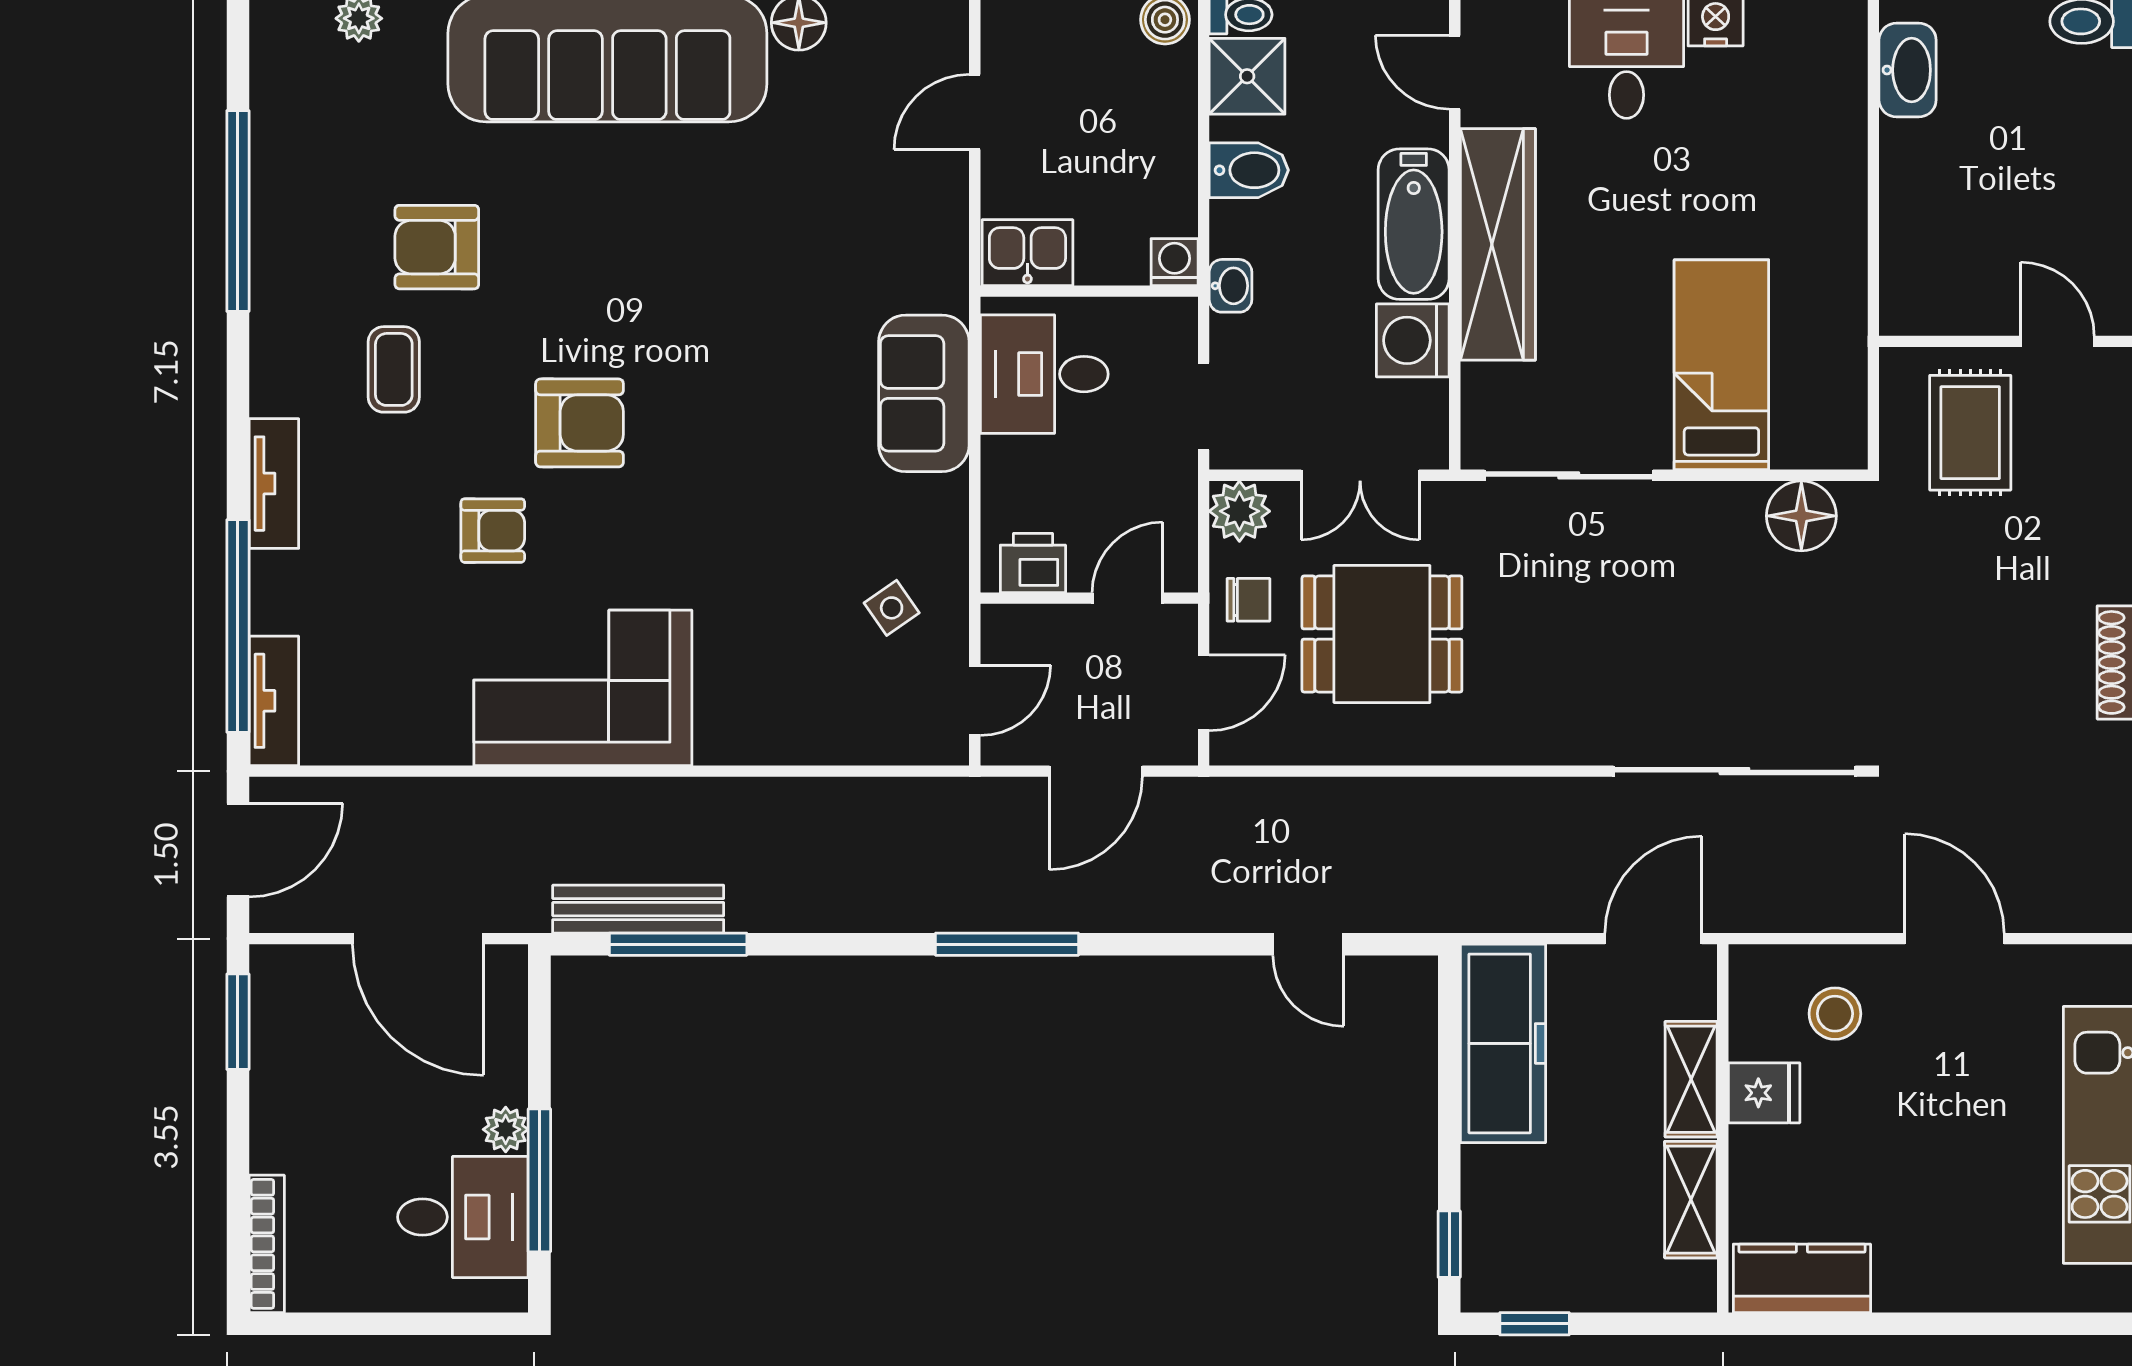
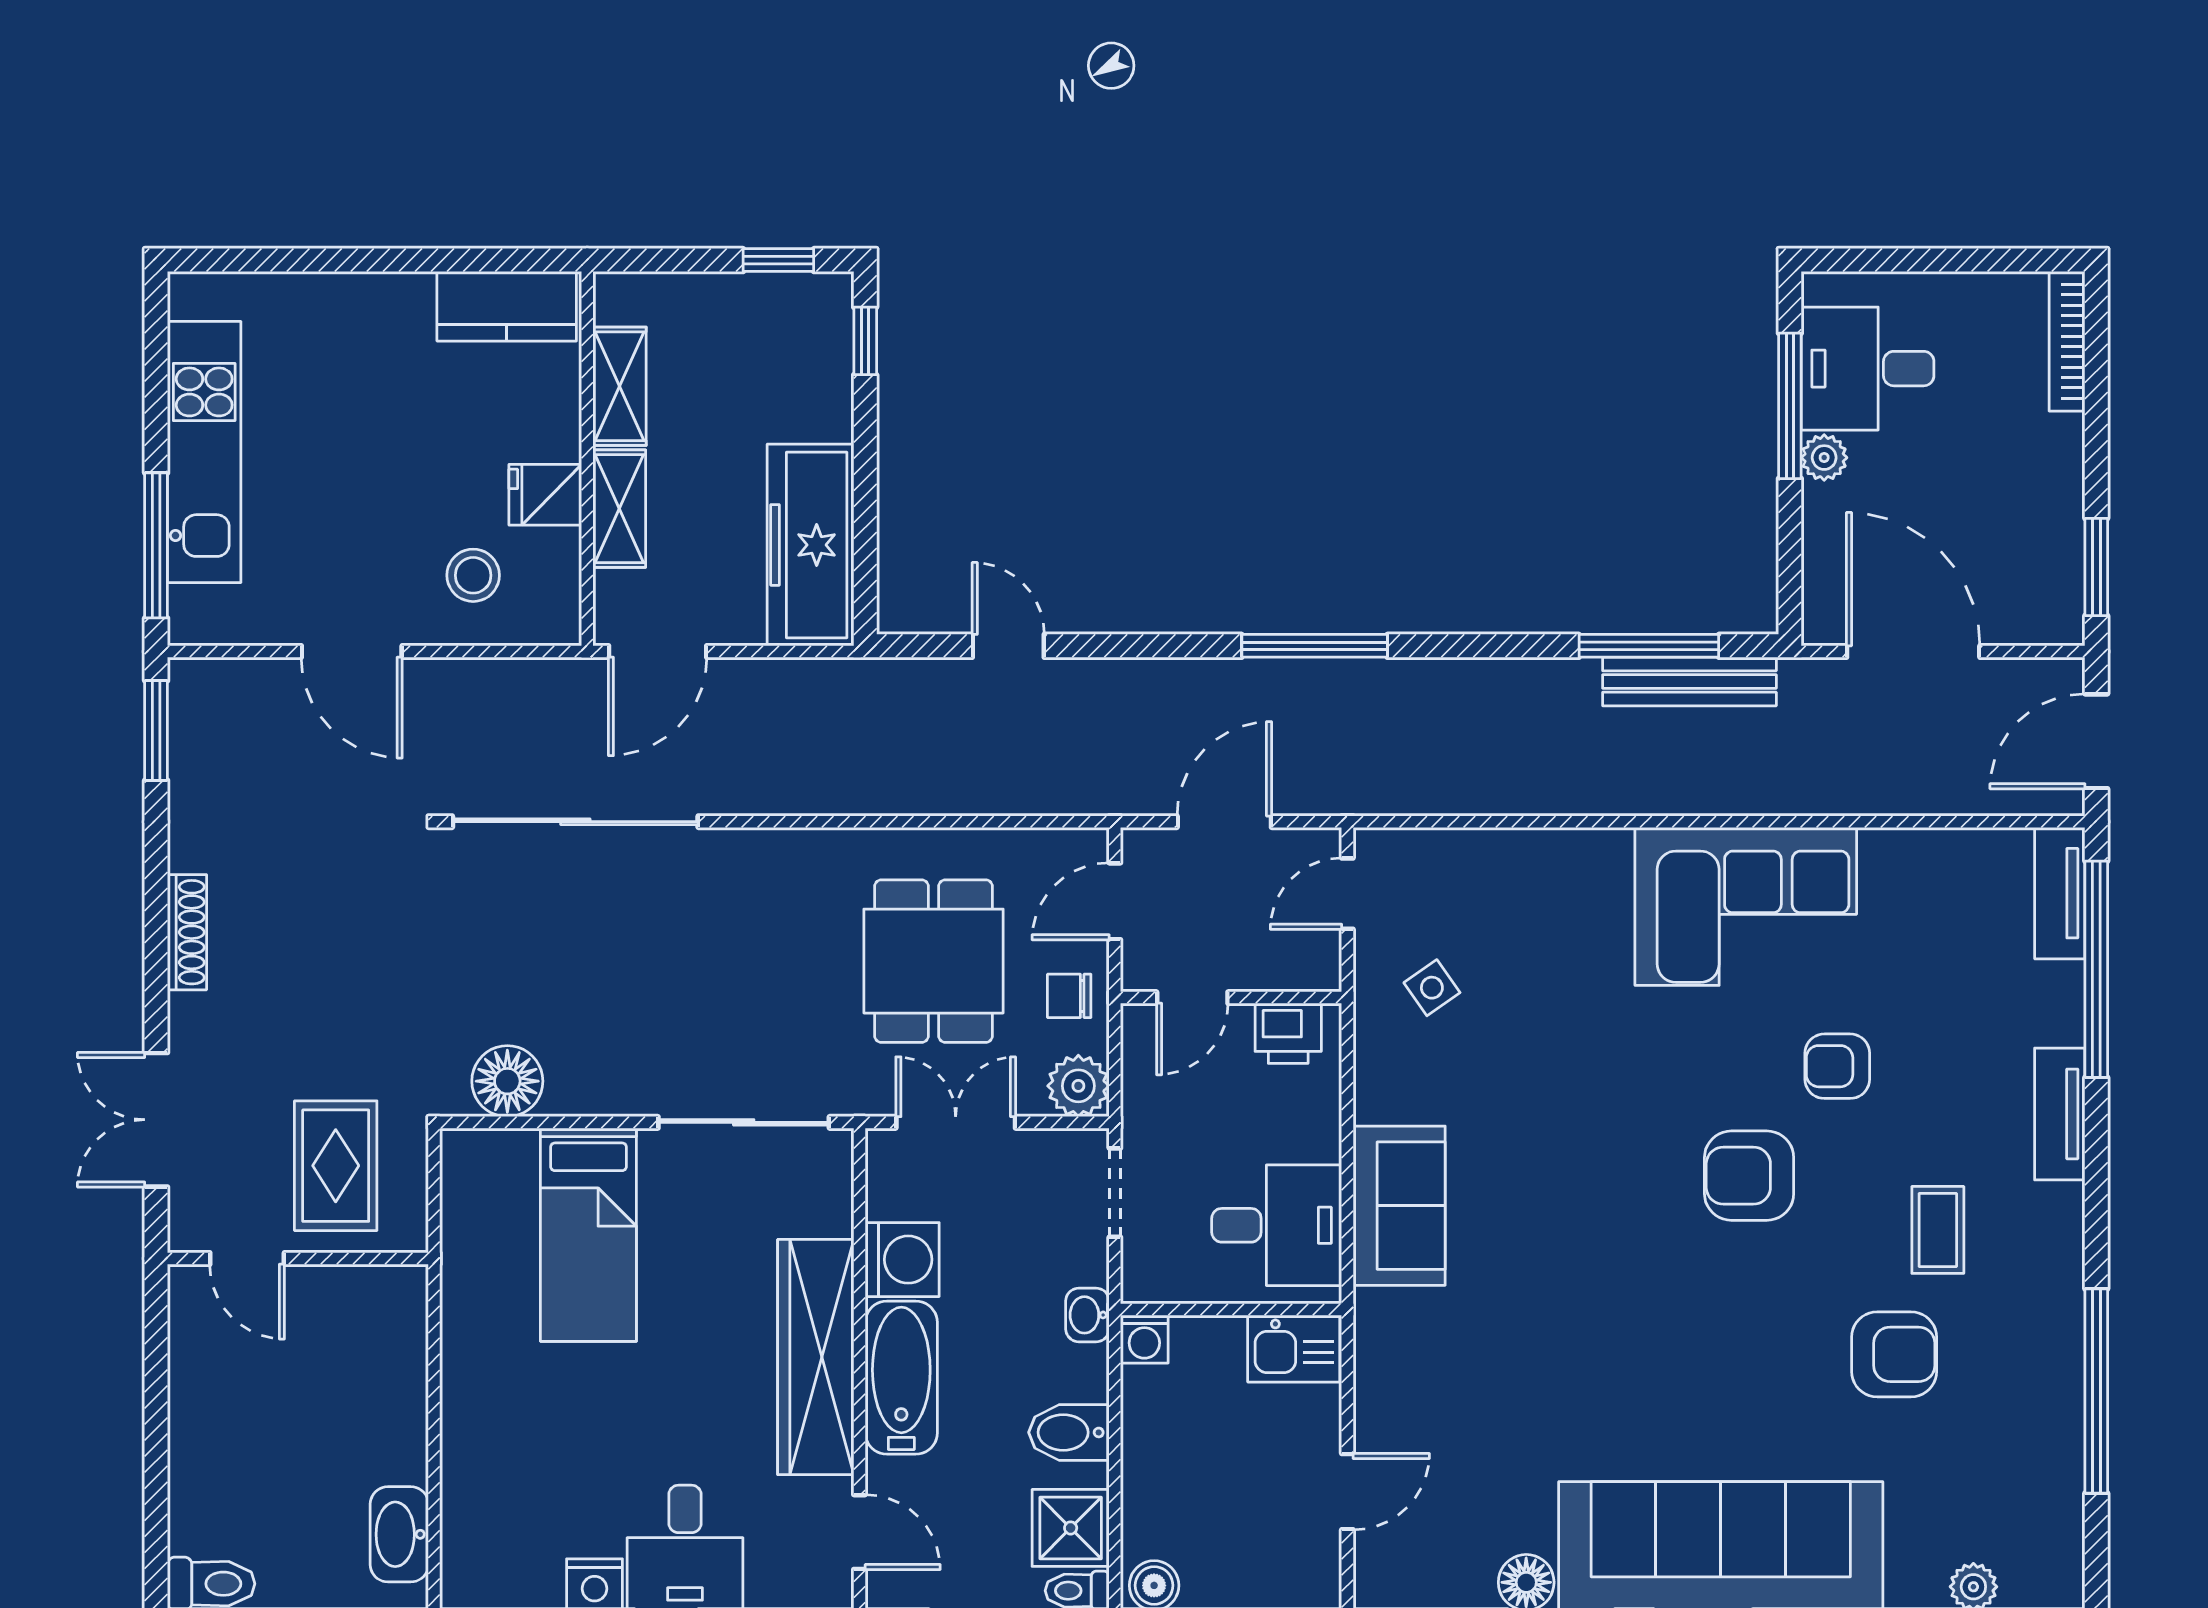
dining table: (1382, 634) -> (934, 961), turned 90

